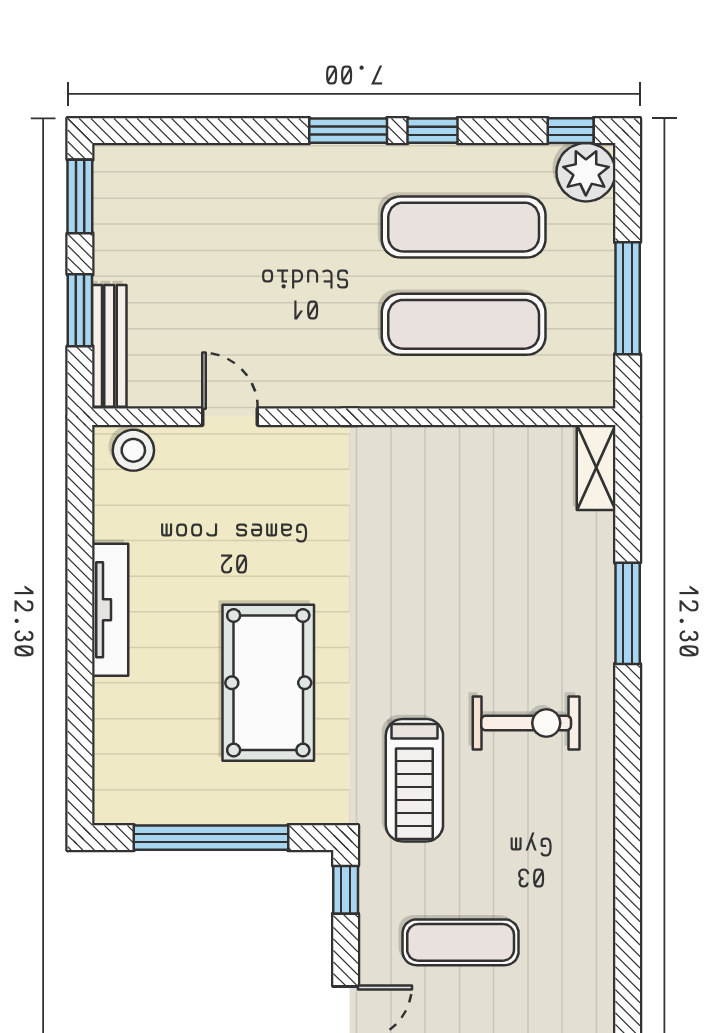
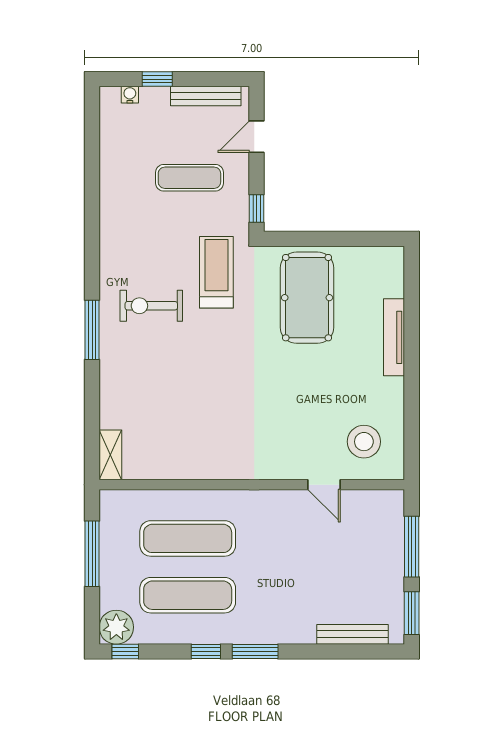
window: (80, 310) -> (412, 547), width x1.44
bench: (109, 346) -> (353, 634), moved, turned 90
stool: (133, 450) -> (364, 442), moved, width x1.38, depth x1.38
tv unit: (110, 610) -> (394, 337), moved
window: (628, 613) -> (92, 330), moved
pool table: (268, 683) -> (307, 298), moved
window: (211, 838) -> (335, 239), removed

